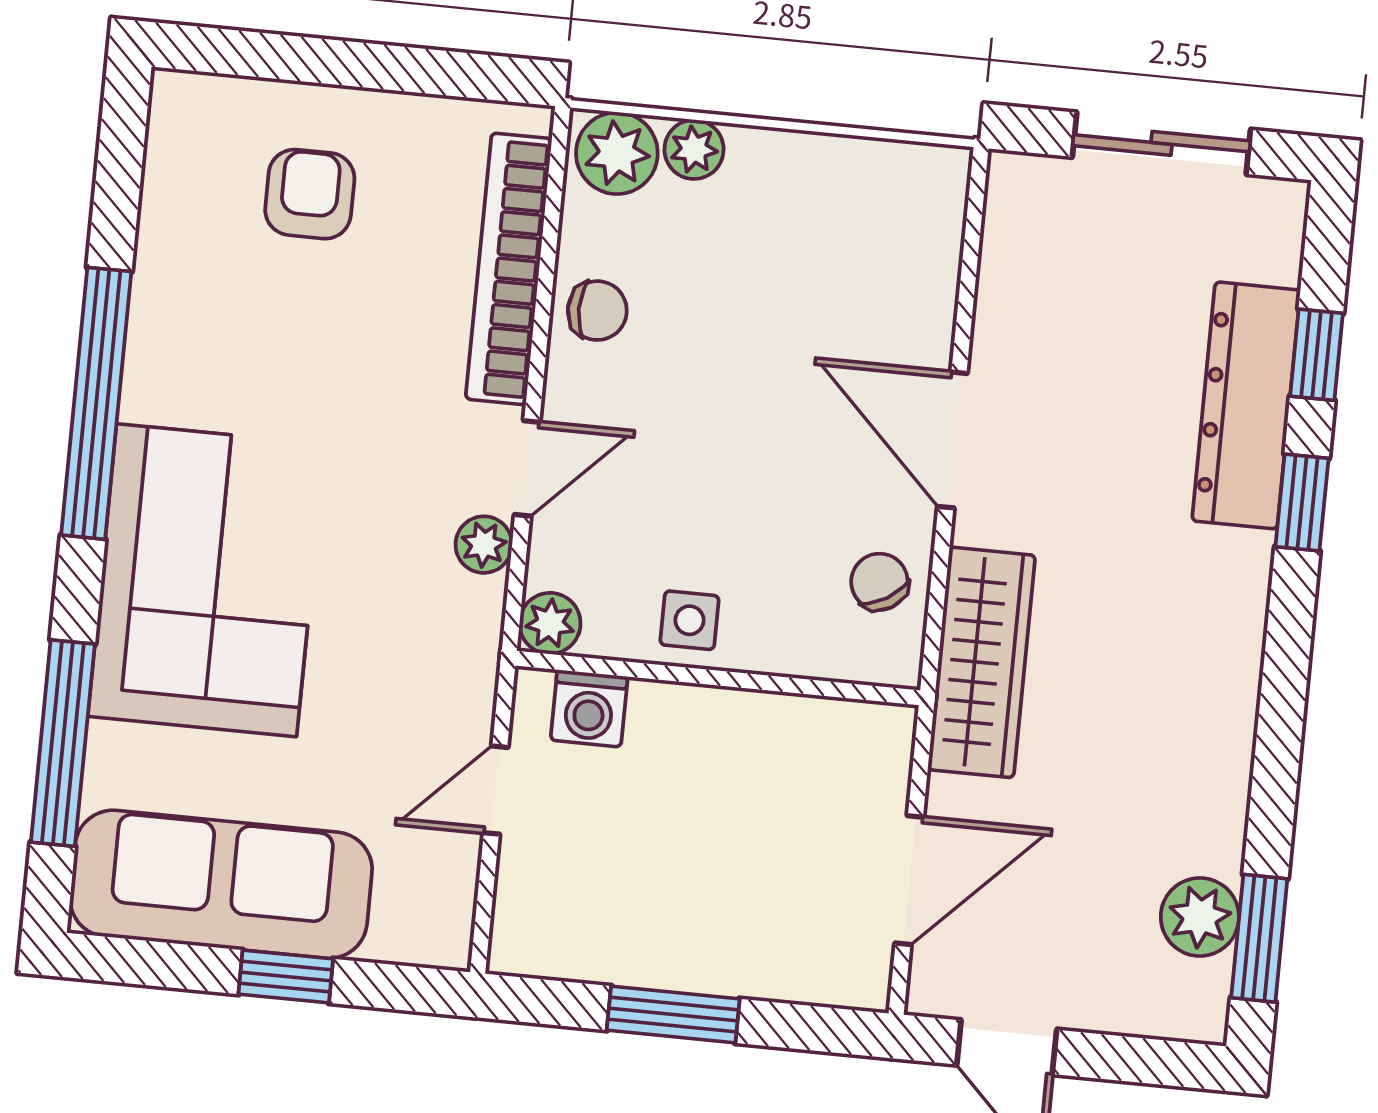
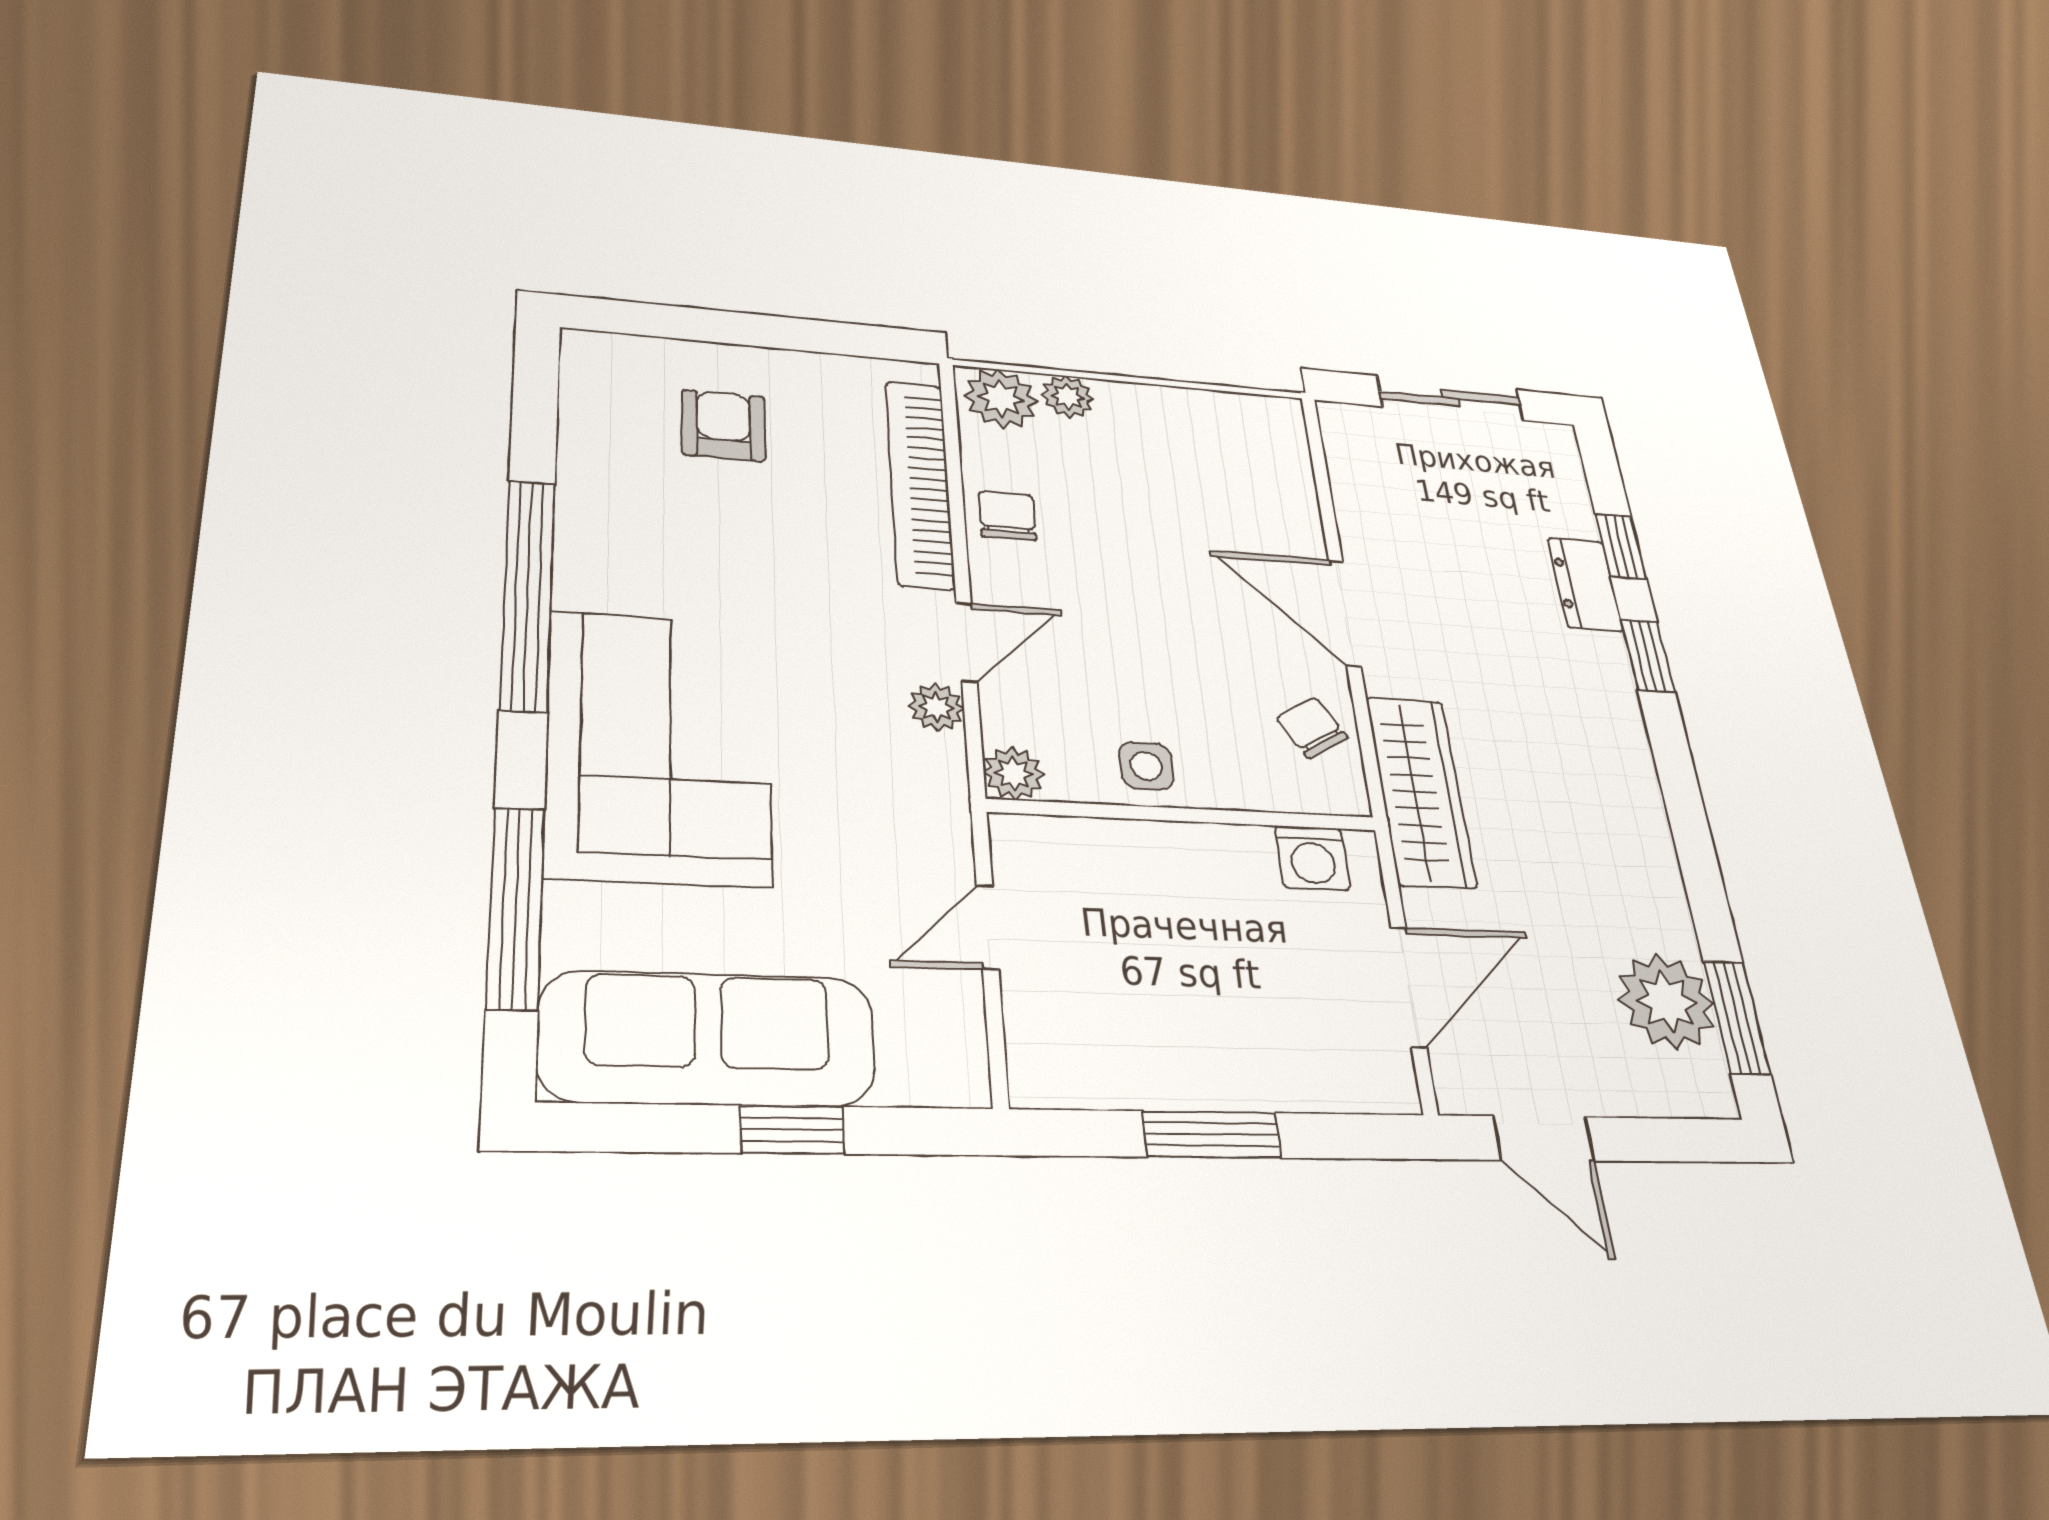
chair: (597, 311) -> (1007, 516), turned -90
dresser: (1246, 405) -> (1585, 584), width x0.51, depth x0.80
washing machine: (589, 708) -> (1312, 858), moved
plant: (1200, 917) -> (1667, 1002), width x1.36, depth x1.36

